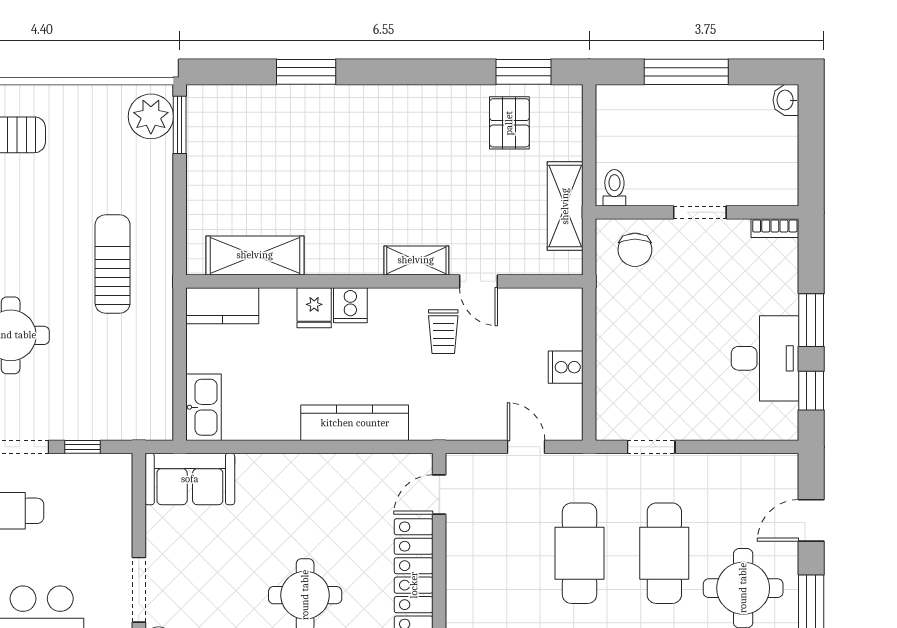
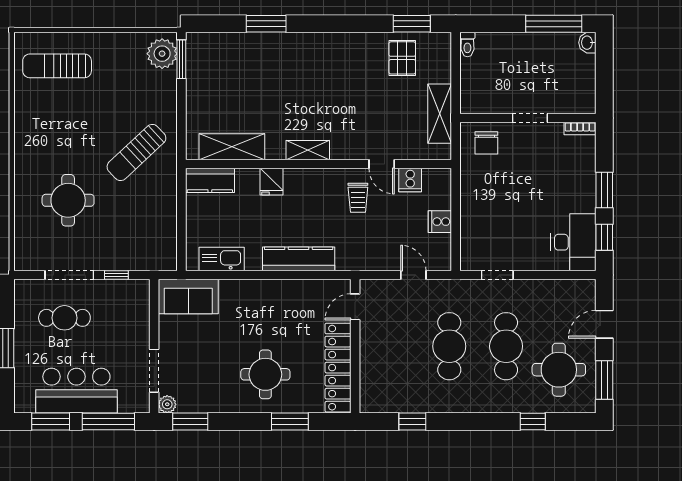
window: (686, 72) -> (554, 24), moved
toilet: (614, 188) -> (467, 44), moved, turned 180
shelving: (416, 260) -> (308, 150), moved
sun lounger: (113, 264) -> (136, 152), turned -133
cooker: (350, 305) -> (410, 180), moved
desk: (765, 358) -> (573, 242), moved
kitchen sink: (204, 407) -> (222, 259), moved, turned -90

